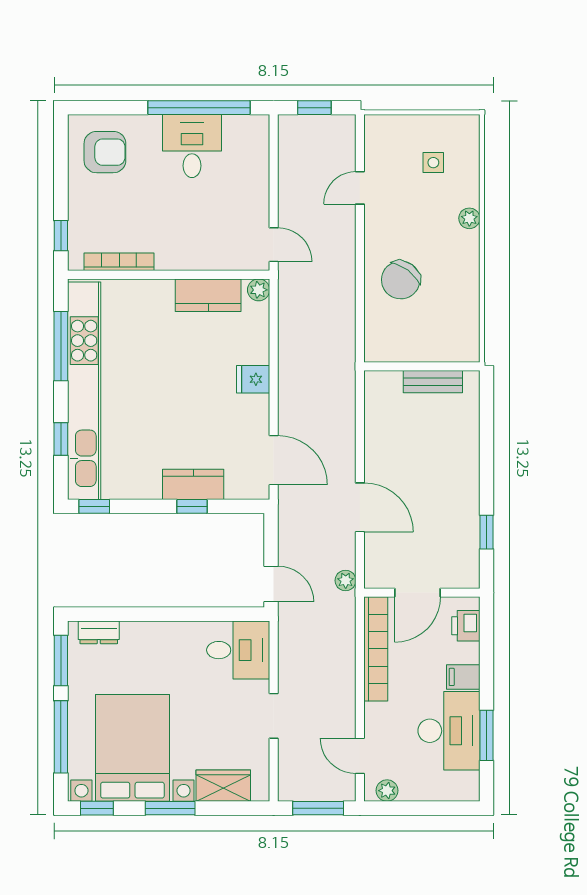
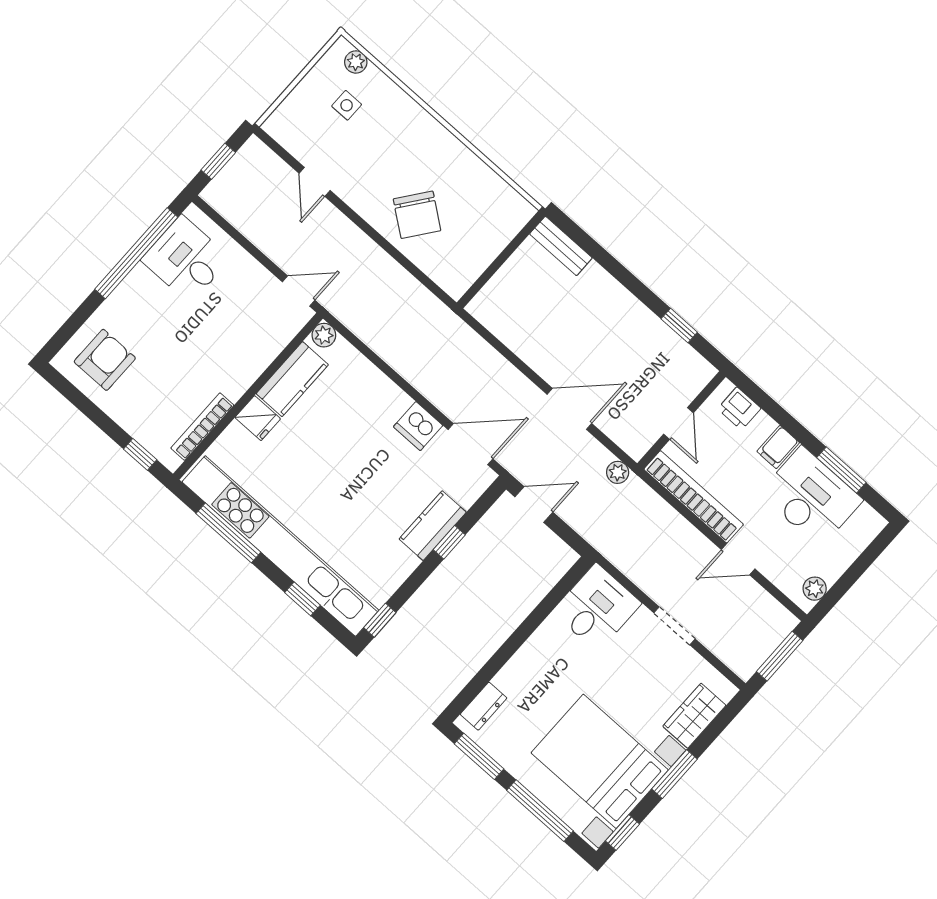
desk: (192, 146) -> (186, 259), moved
plant: (469, 218) -> (356, 62), moved
fridge: (253, 379) -> (258, 418), moved, turned -90
bench: (433, 382) -> (561, 246), moved, turned 90
dishwasher: (254, 412) -> (418, 426), added
door: (271, 584) -> (534, 504), moved
door: (418, 593) -> (678, 423), width x0.73
door: (360, 756) -> (738, 559), moved

